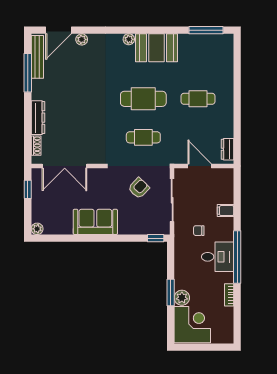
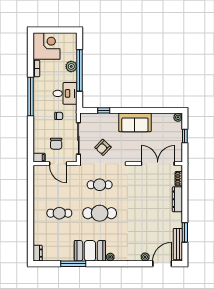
window: (206, 30) -> (73, 264), moved
window: (28, 73) -> (185, 232), width x0.69
dresser: (227, 149) -> (38, 253), moved
window: (28, 189) -> (185, 136), moved
chair: (202, 193) -> (56, 144), added
filing cabinet: (225, 211) -> (39, 158), moved
window: (156, 238) -> (104, 110), moved
desk: (218, 257) -> (65, 93), moved, turned 180
window: (171, 292) -> (79, 70), width x2.11
corner desk: (192, 325) -> (46, 46), moved, turned 180

